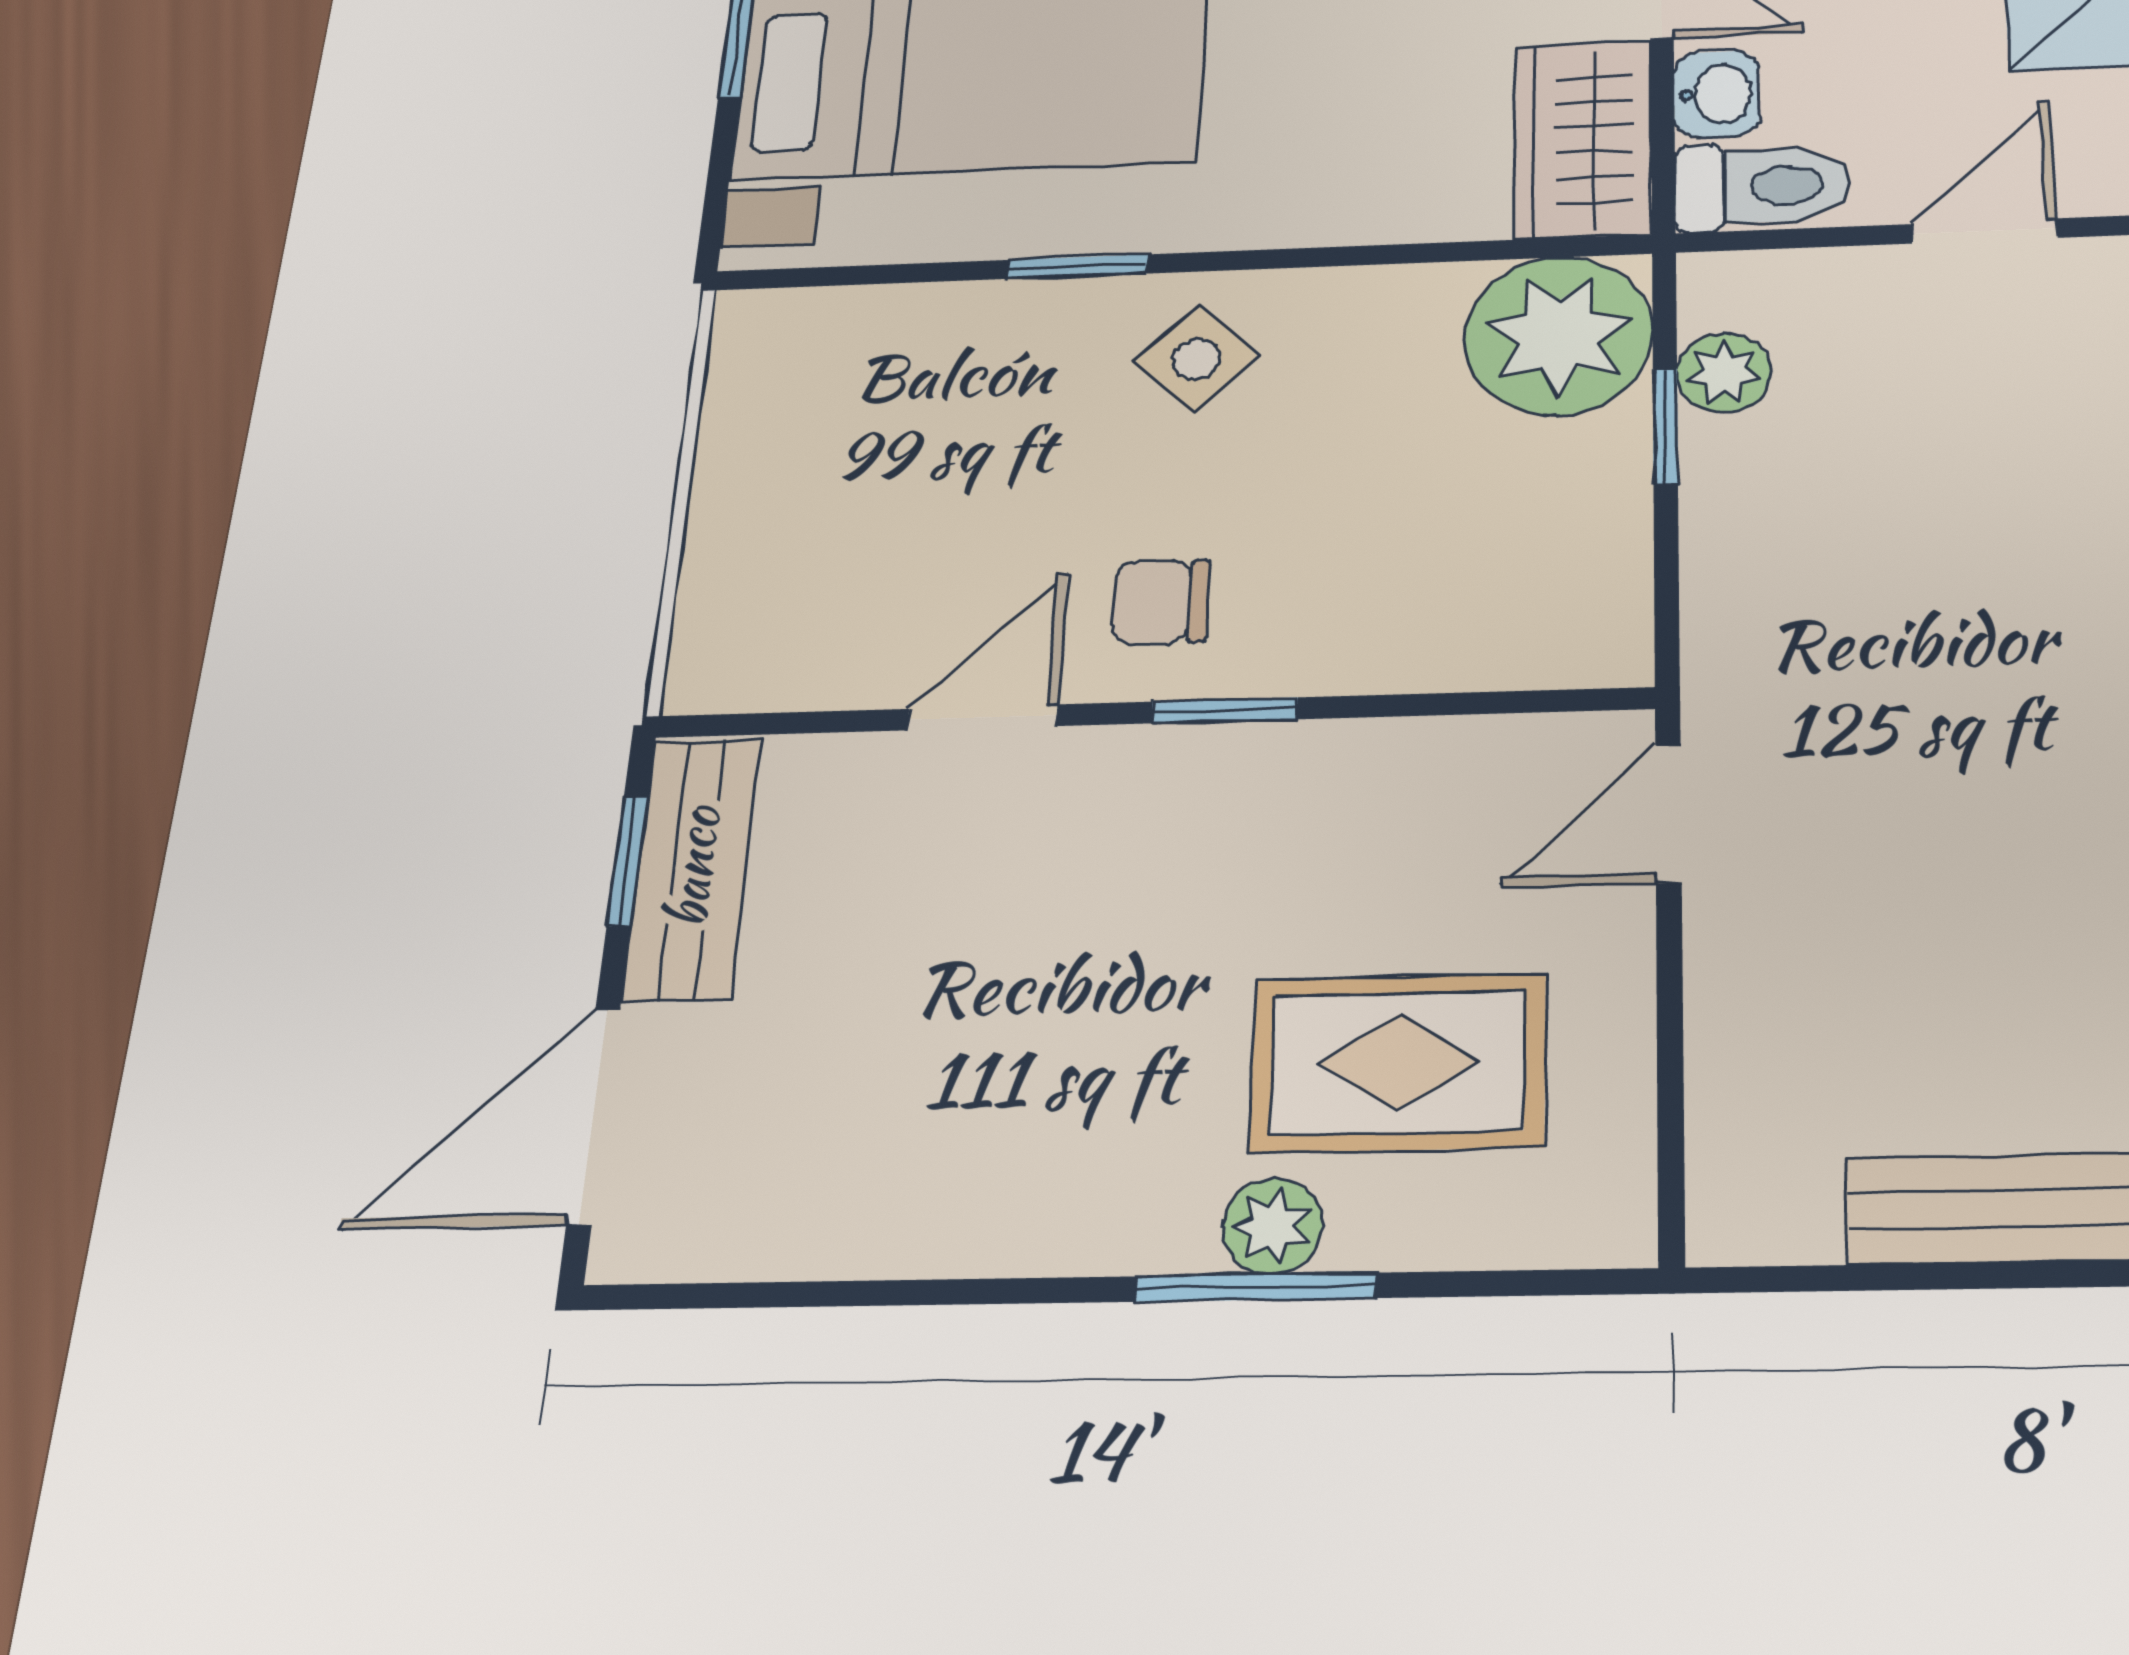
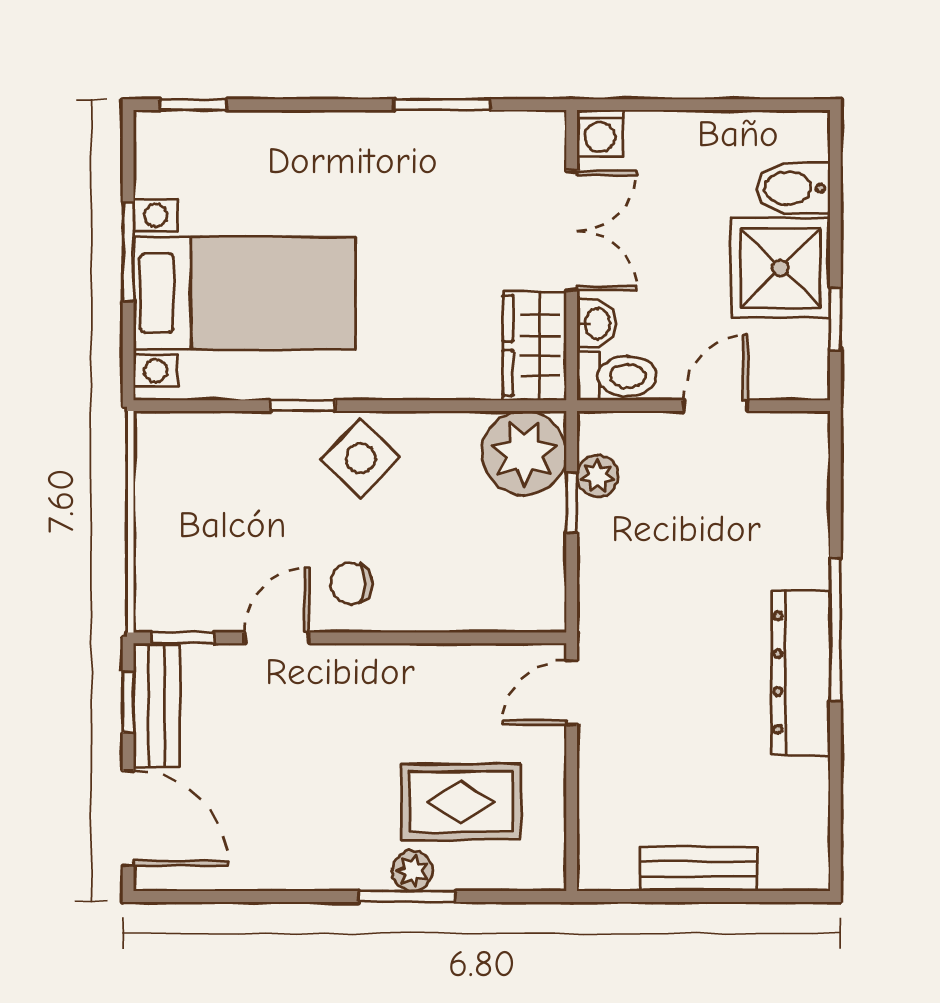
side table: (1196, 359) -> (361, 458), width x1.37, depth x1.37
window: (1225, 710) -> (183, 638), moved
door: (593, 1116) -> (128, 818), swing flipped

